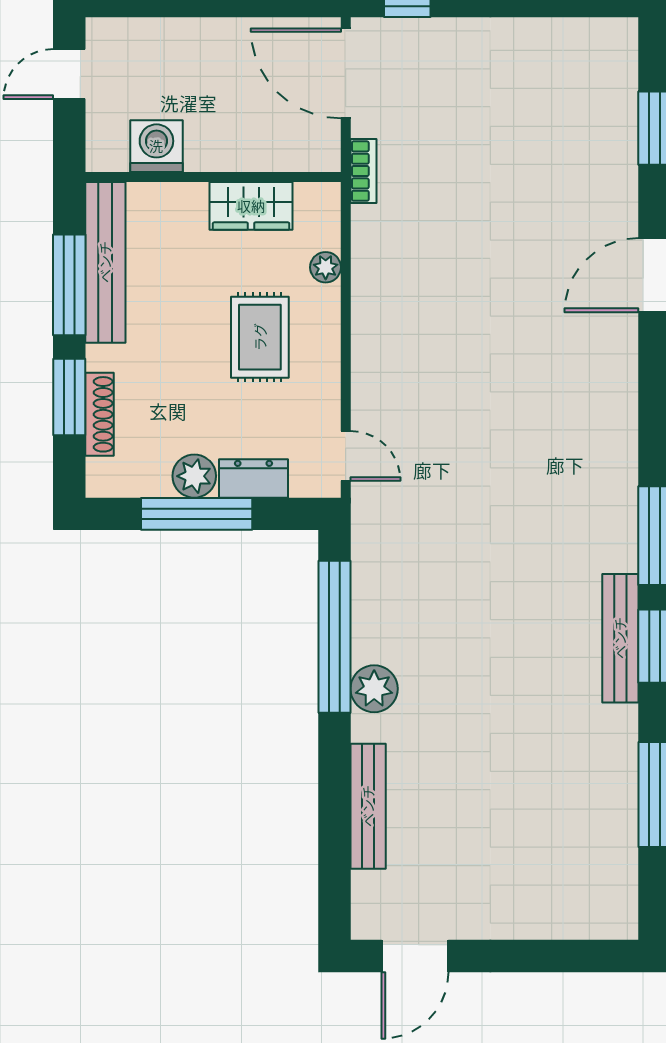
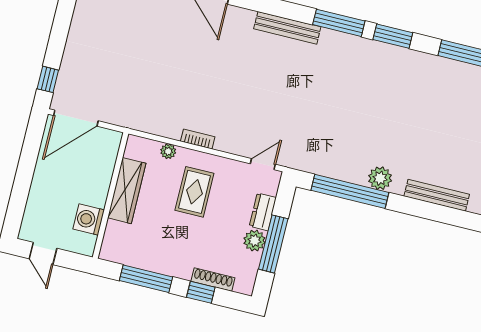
bookcase: (363, 171) -> (198, 139), moved
wardrobe: (251, 206) -> (127, 191), width x1.50
bench: (105, 262) -> (139, 258), removed
rug: (260, 337) -> (194, 192), turned 90
window: (69, 397) -> (201, 292), width x0.67
bench: (620, 638) -> (287, 28), moved

